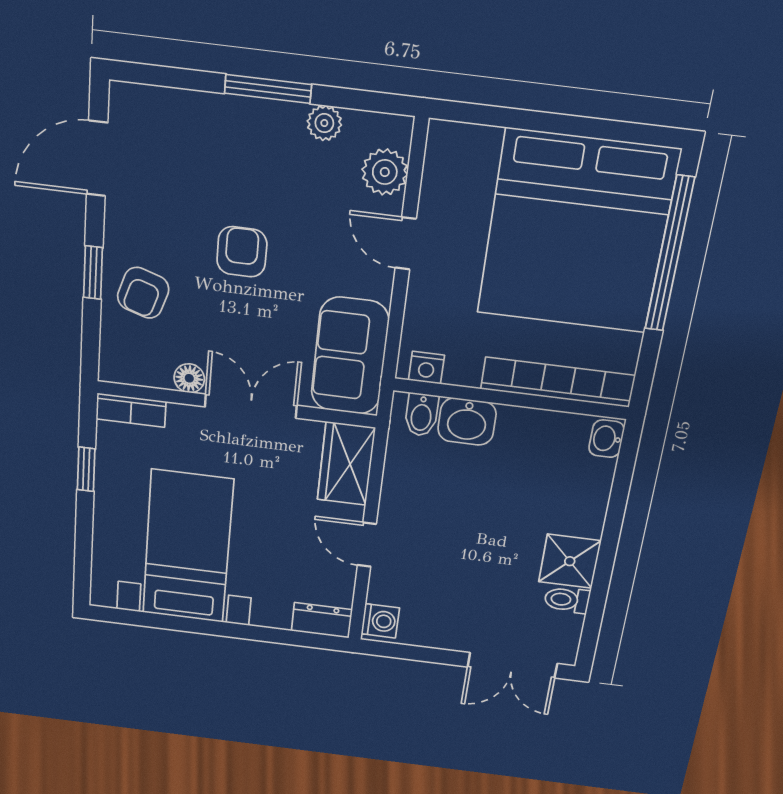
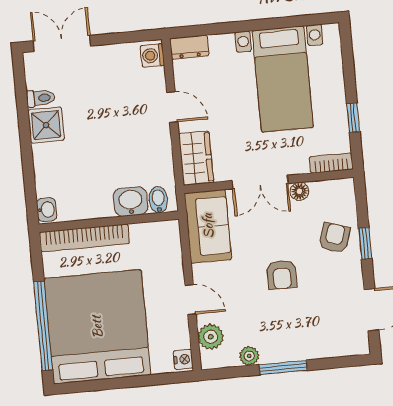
nightstand: (426, 368) -> (183, 359), moved, turned 90

